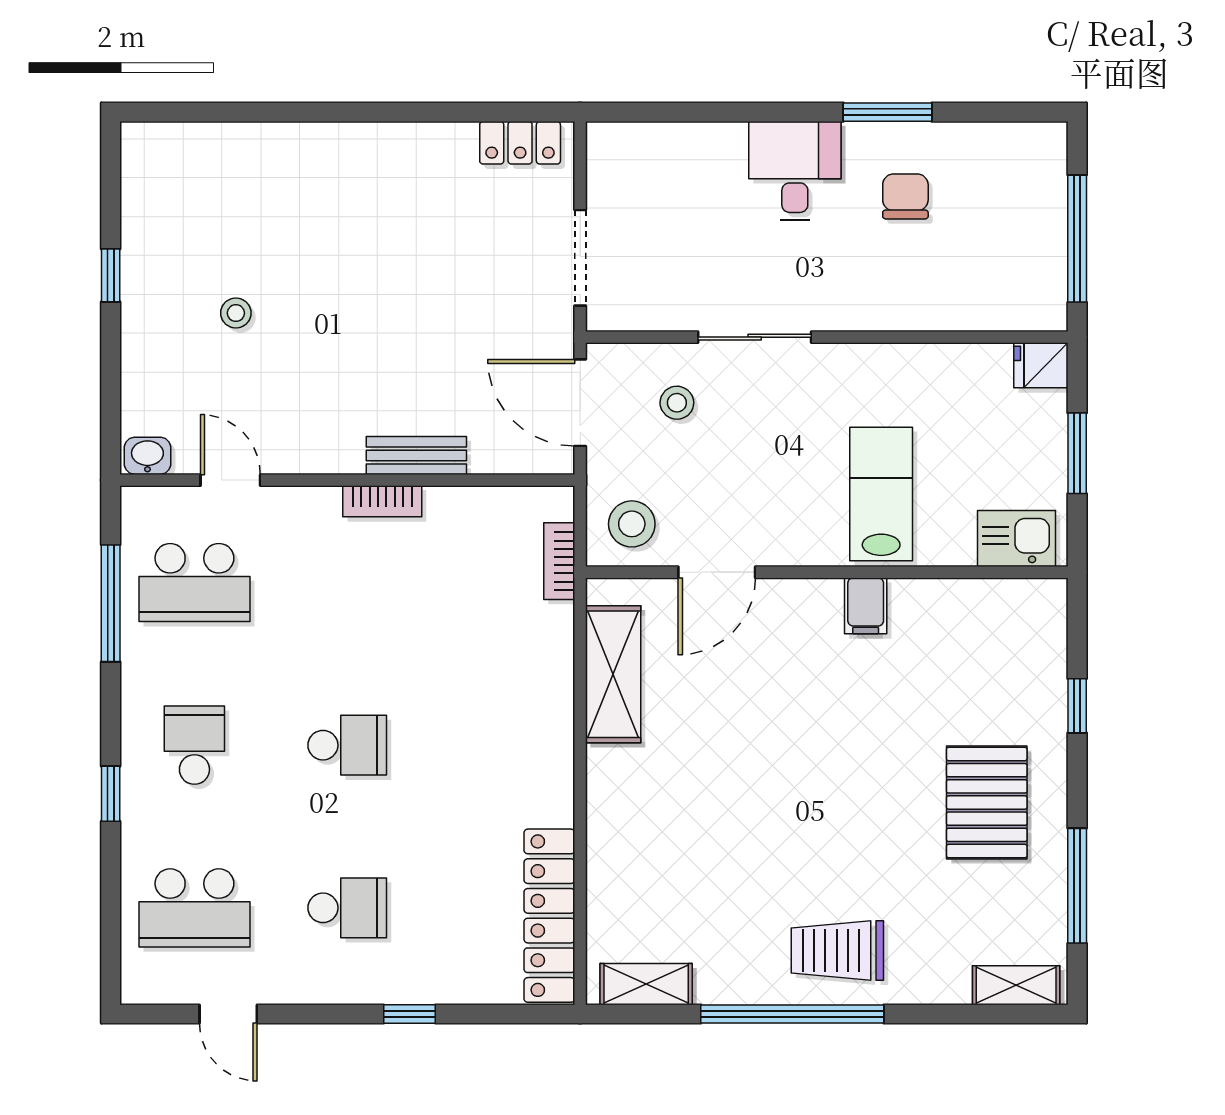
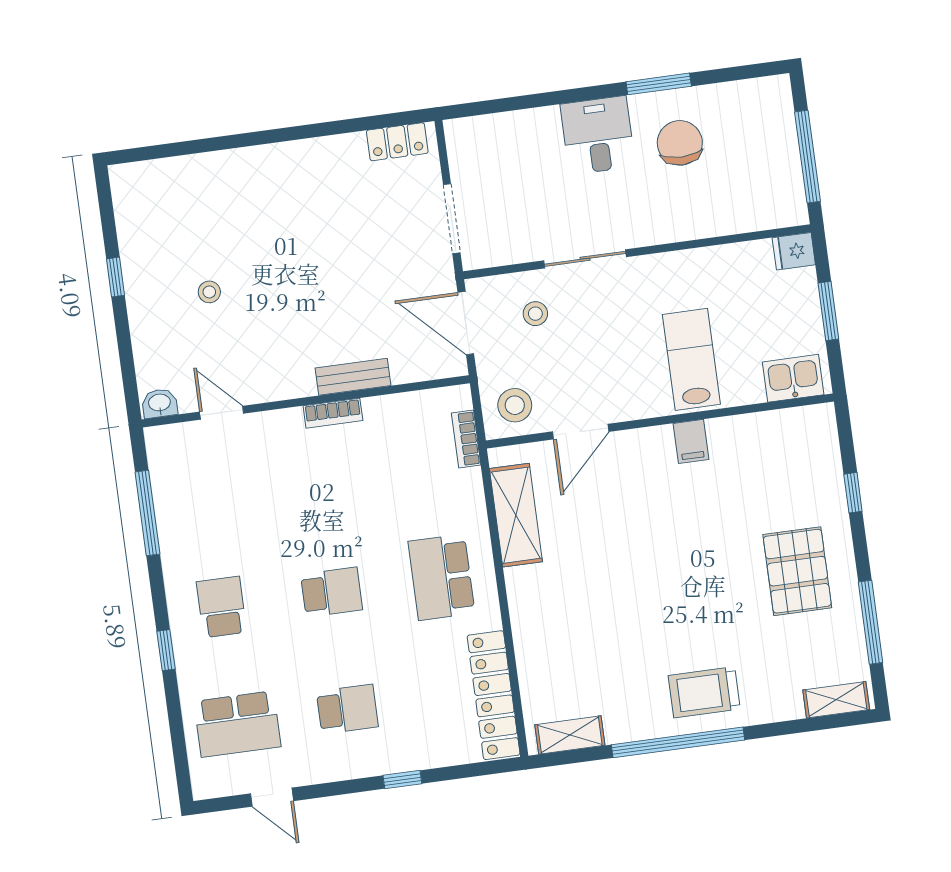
chair: (905, 196) -> (680, 143), width x1.37, depth x1.37
school desk: (194, 583) -> (441, 577), moved, turned 90

